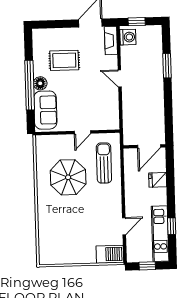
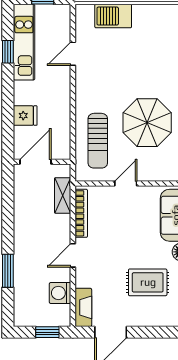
washing machine: (128, 37) -> (60, 293), moved
door: (120, 78) -> (73, 255), swing flipped
bookcase: (114, 109) -> (81, 213), added
shelving: (128, 122) -> (63, 195), added
barbecue: (110, 254) -> (113, 16), moved

